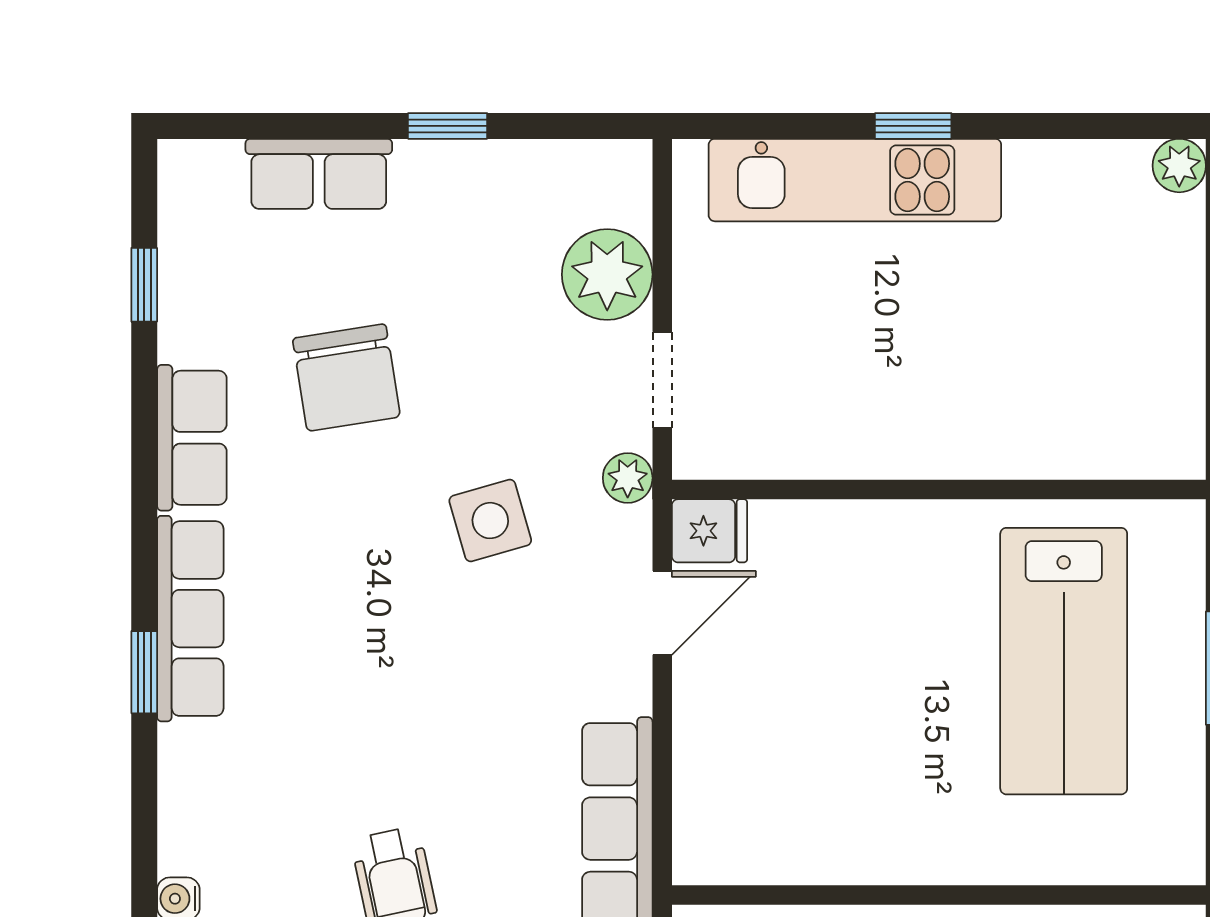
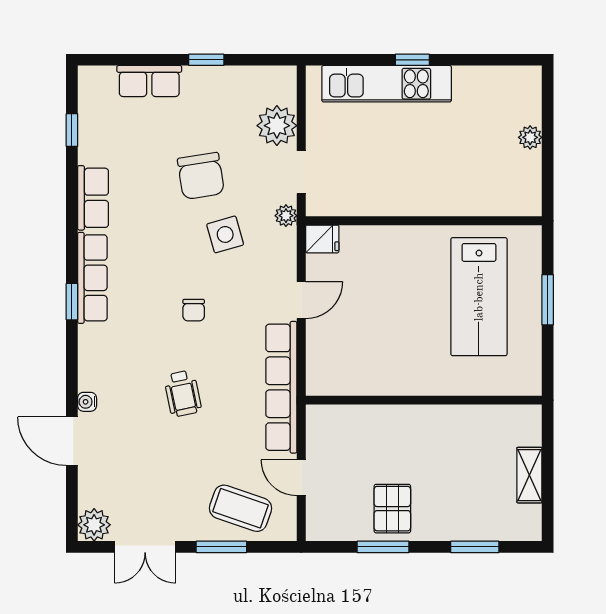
plant: (1179, 166) -> (530, 137), moved
chair: (346, 378) -> (201, 176), moved
door: (662, 613) -> (301, 300), moved
chair: (419, 692) -> (194, 310), added

